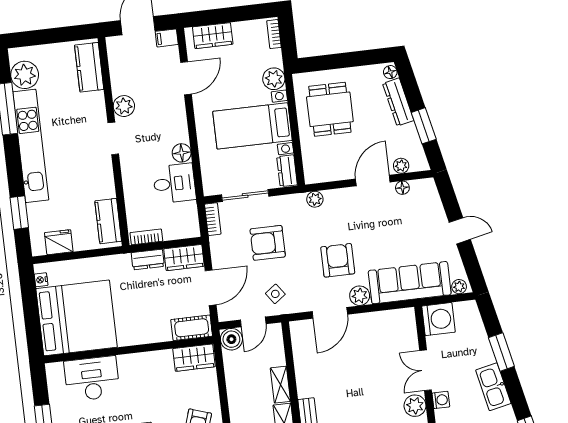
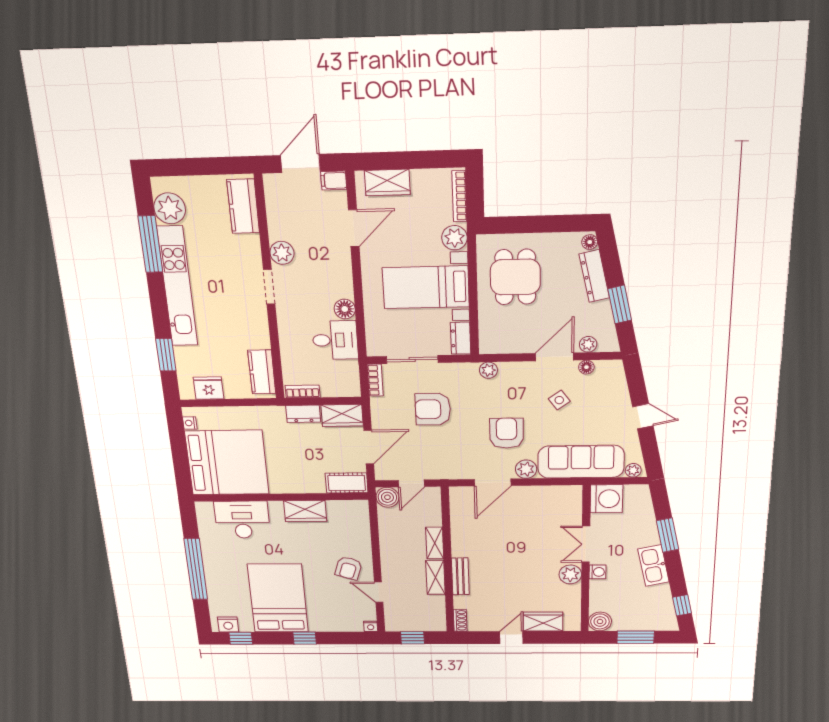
bookcase: (274, 34) -> (459, 196), width x1.56
side table: (275, 294) -> (559, 400), moved
wardrobe: (194, 358) -> (305, 511), moved

